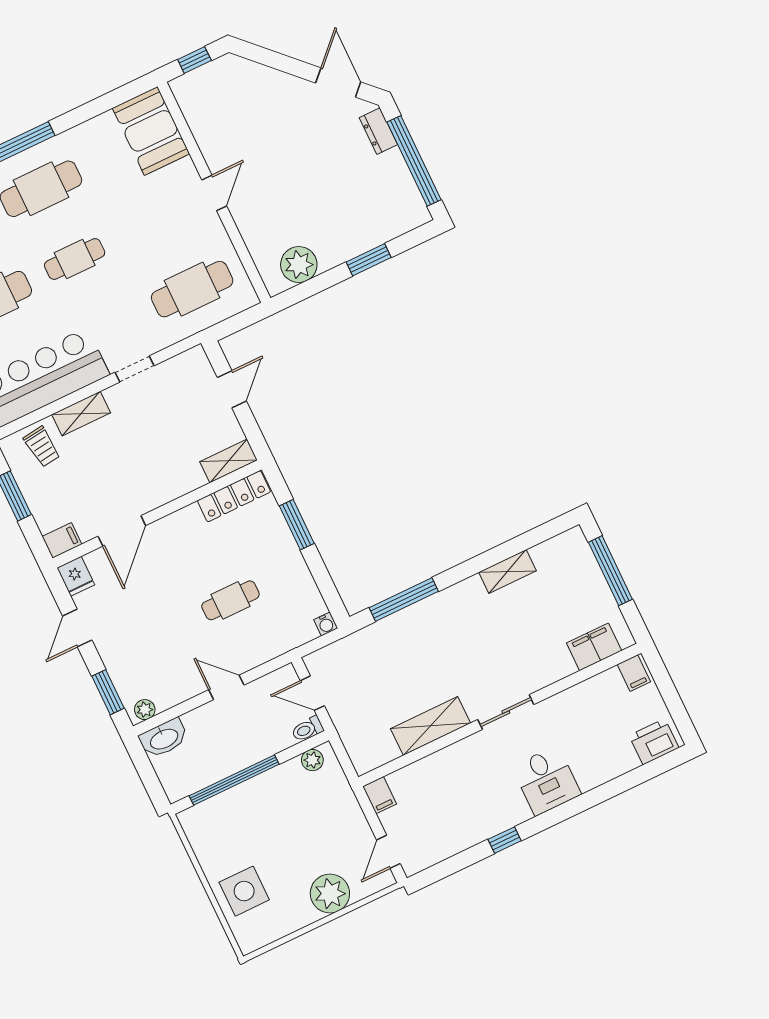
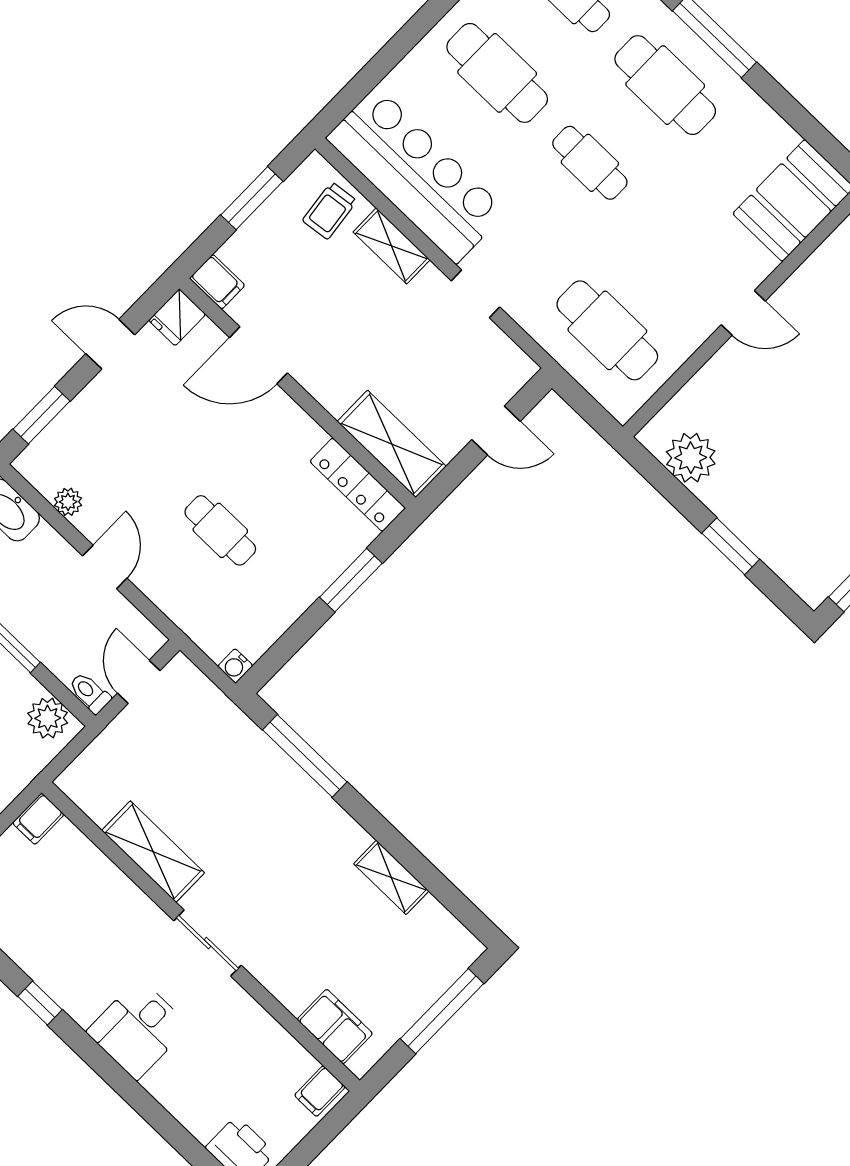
shelving: (228, 461) -> (392, 444), width x1.50, depth x1.33
plant: (145, 710) -> (68, 502), moved
plant: (312, 760) -> (48, 718), width x1.38, depth x1.38

